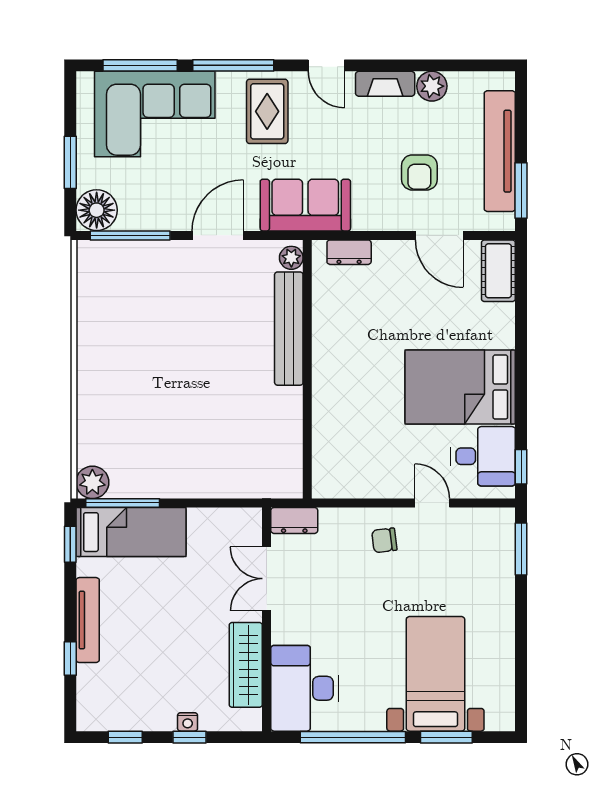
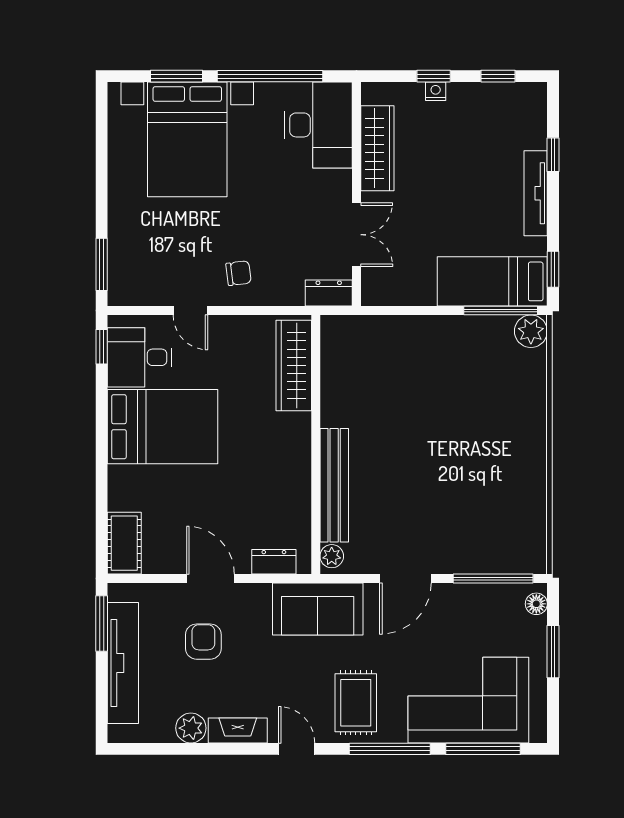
floor lamp: (97, 210) -> (536, 604), width x0.53, depth x0.53
door: (439, 235) -> (210, 578), moved
wardrobe: (329, 448) -> (294, 365), added
bed with nightstands: (435, 674) -> (187, 139), width x1.36

